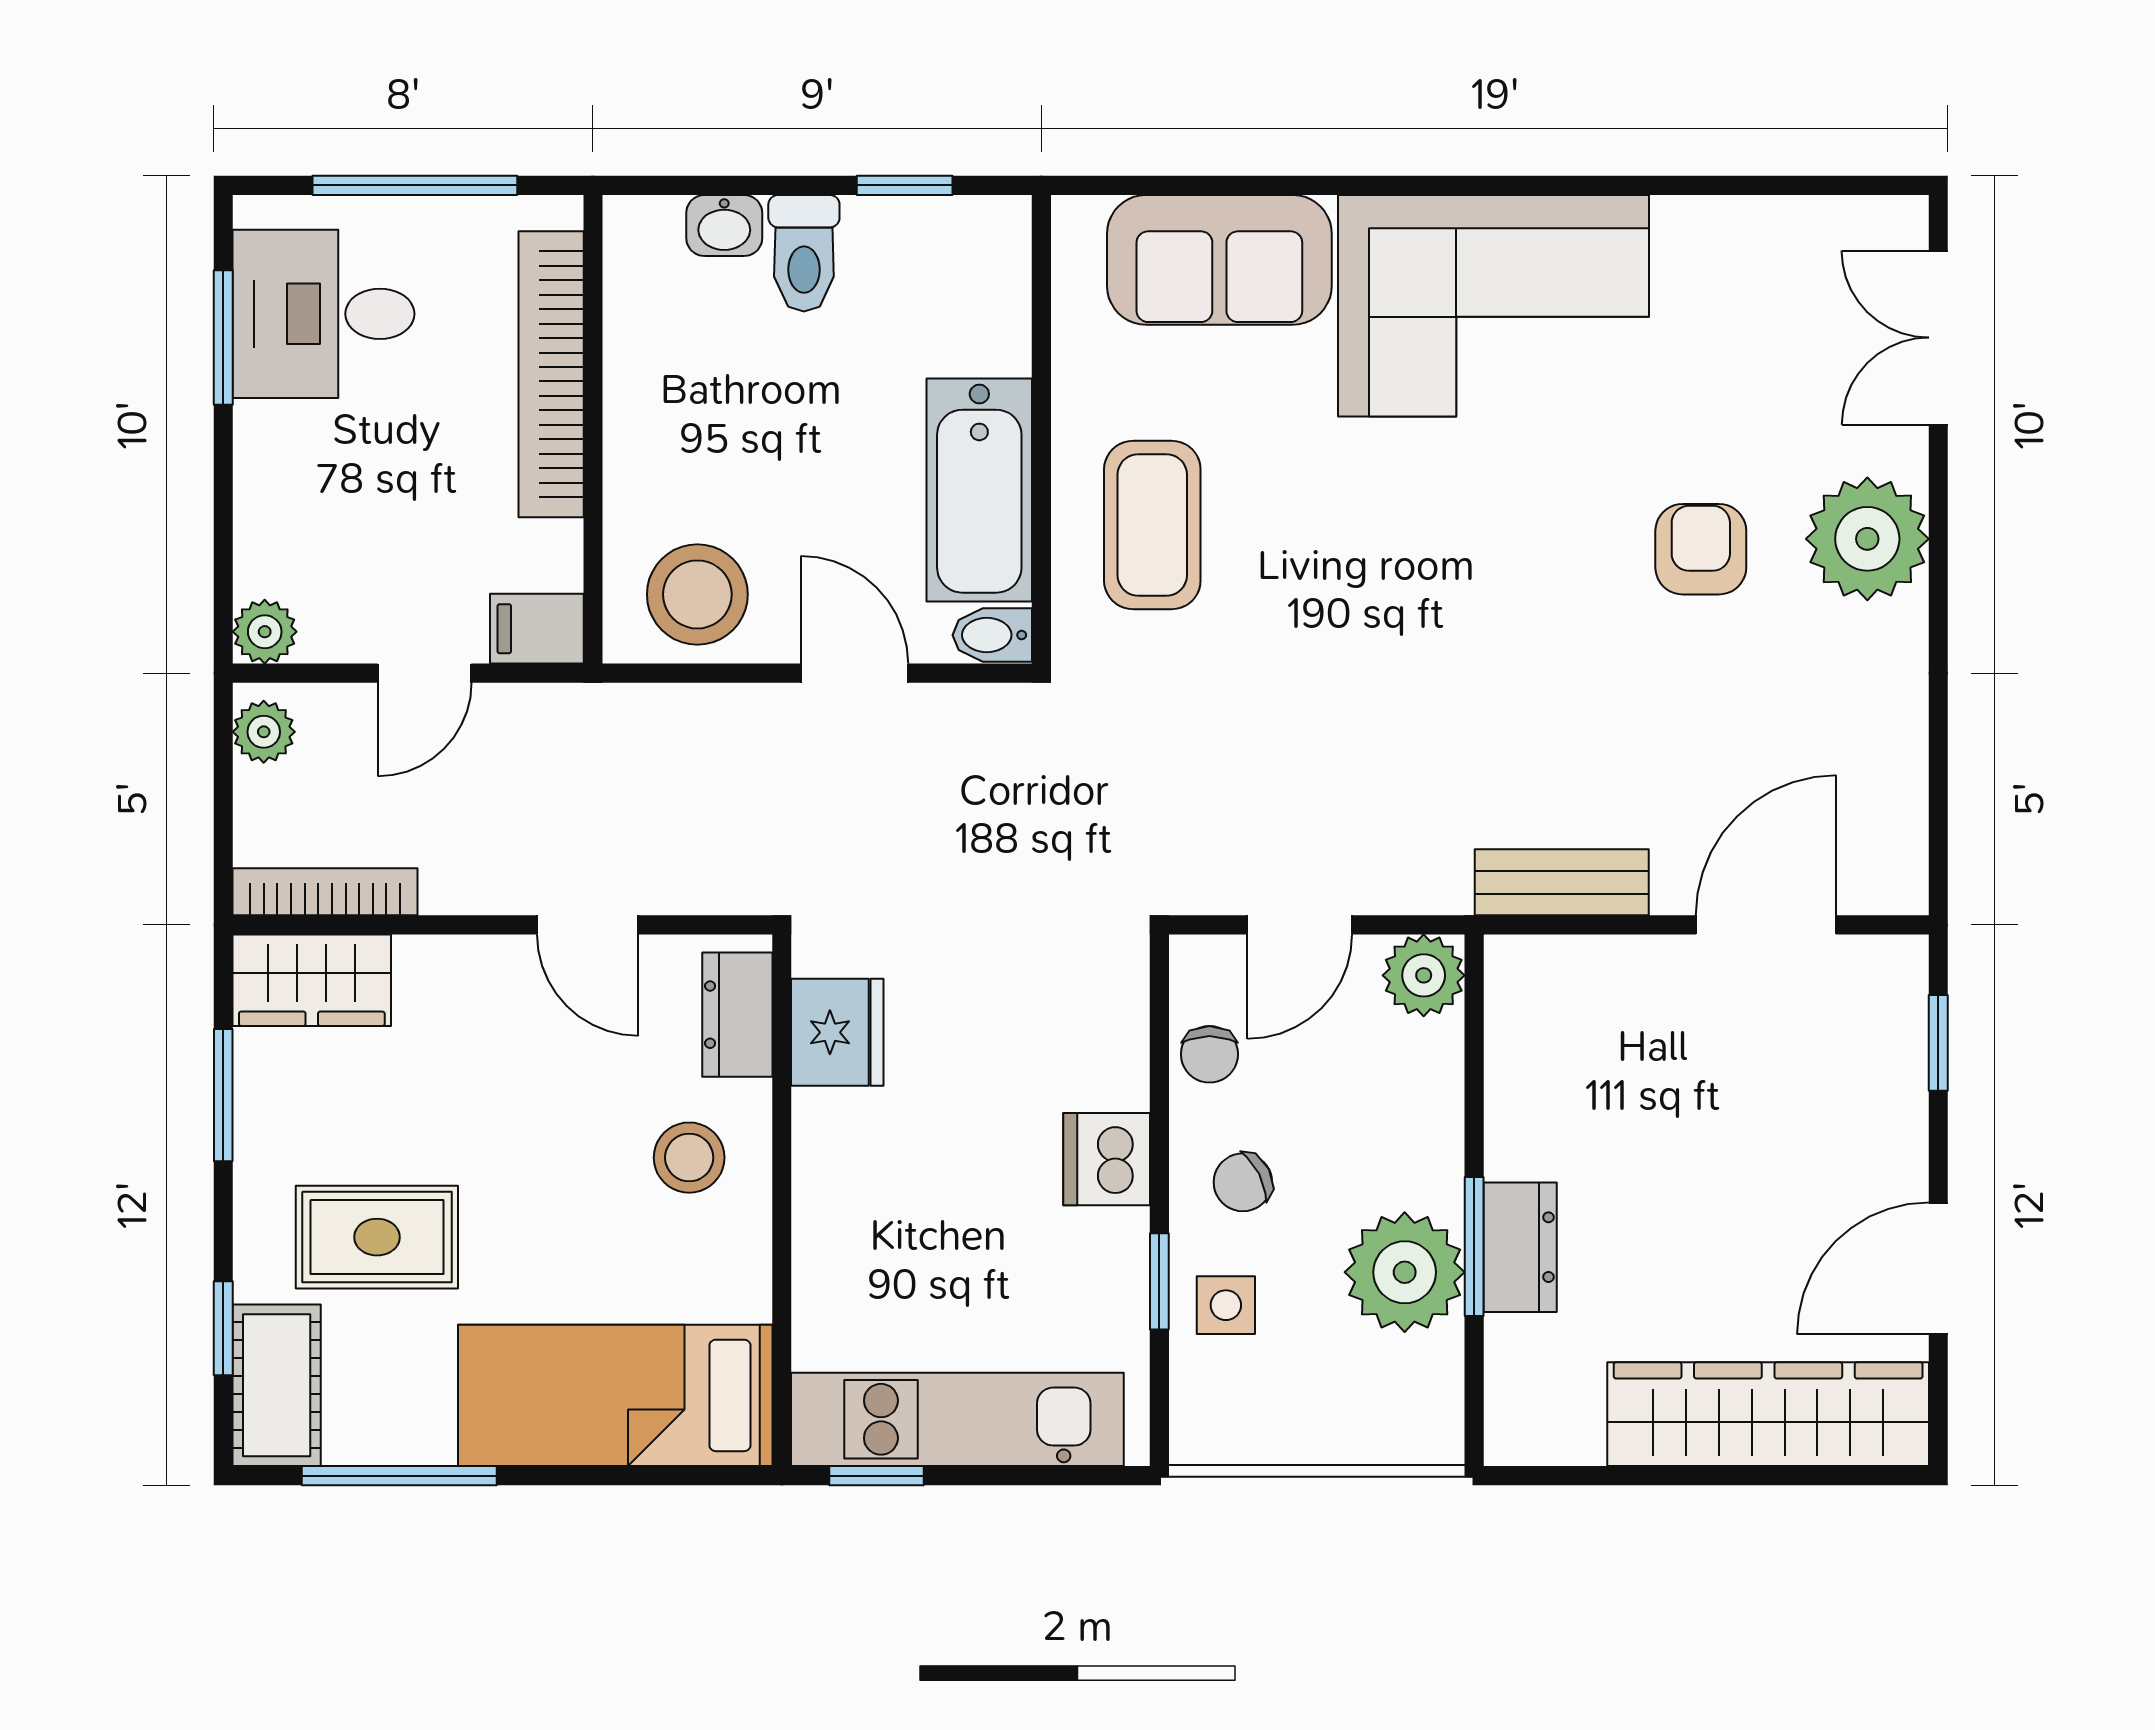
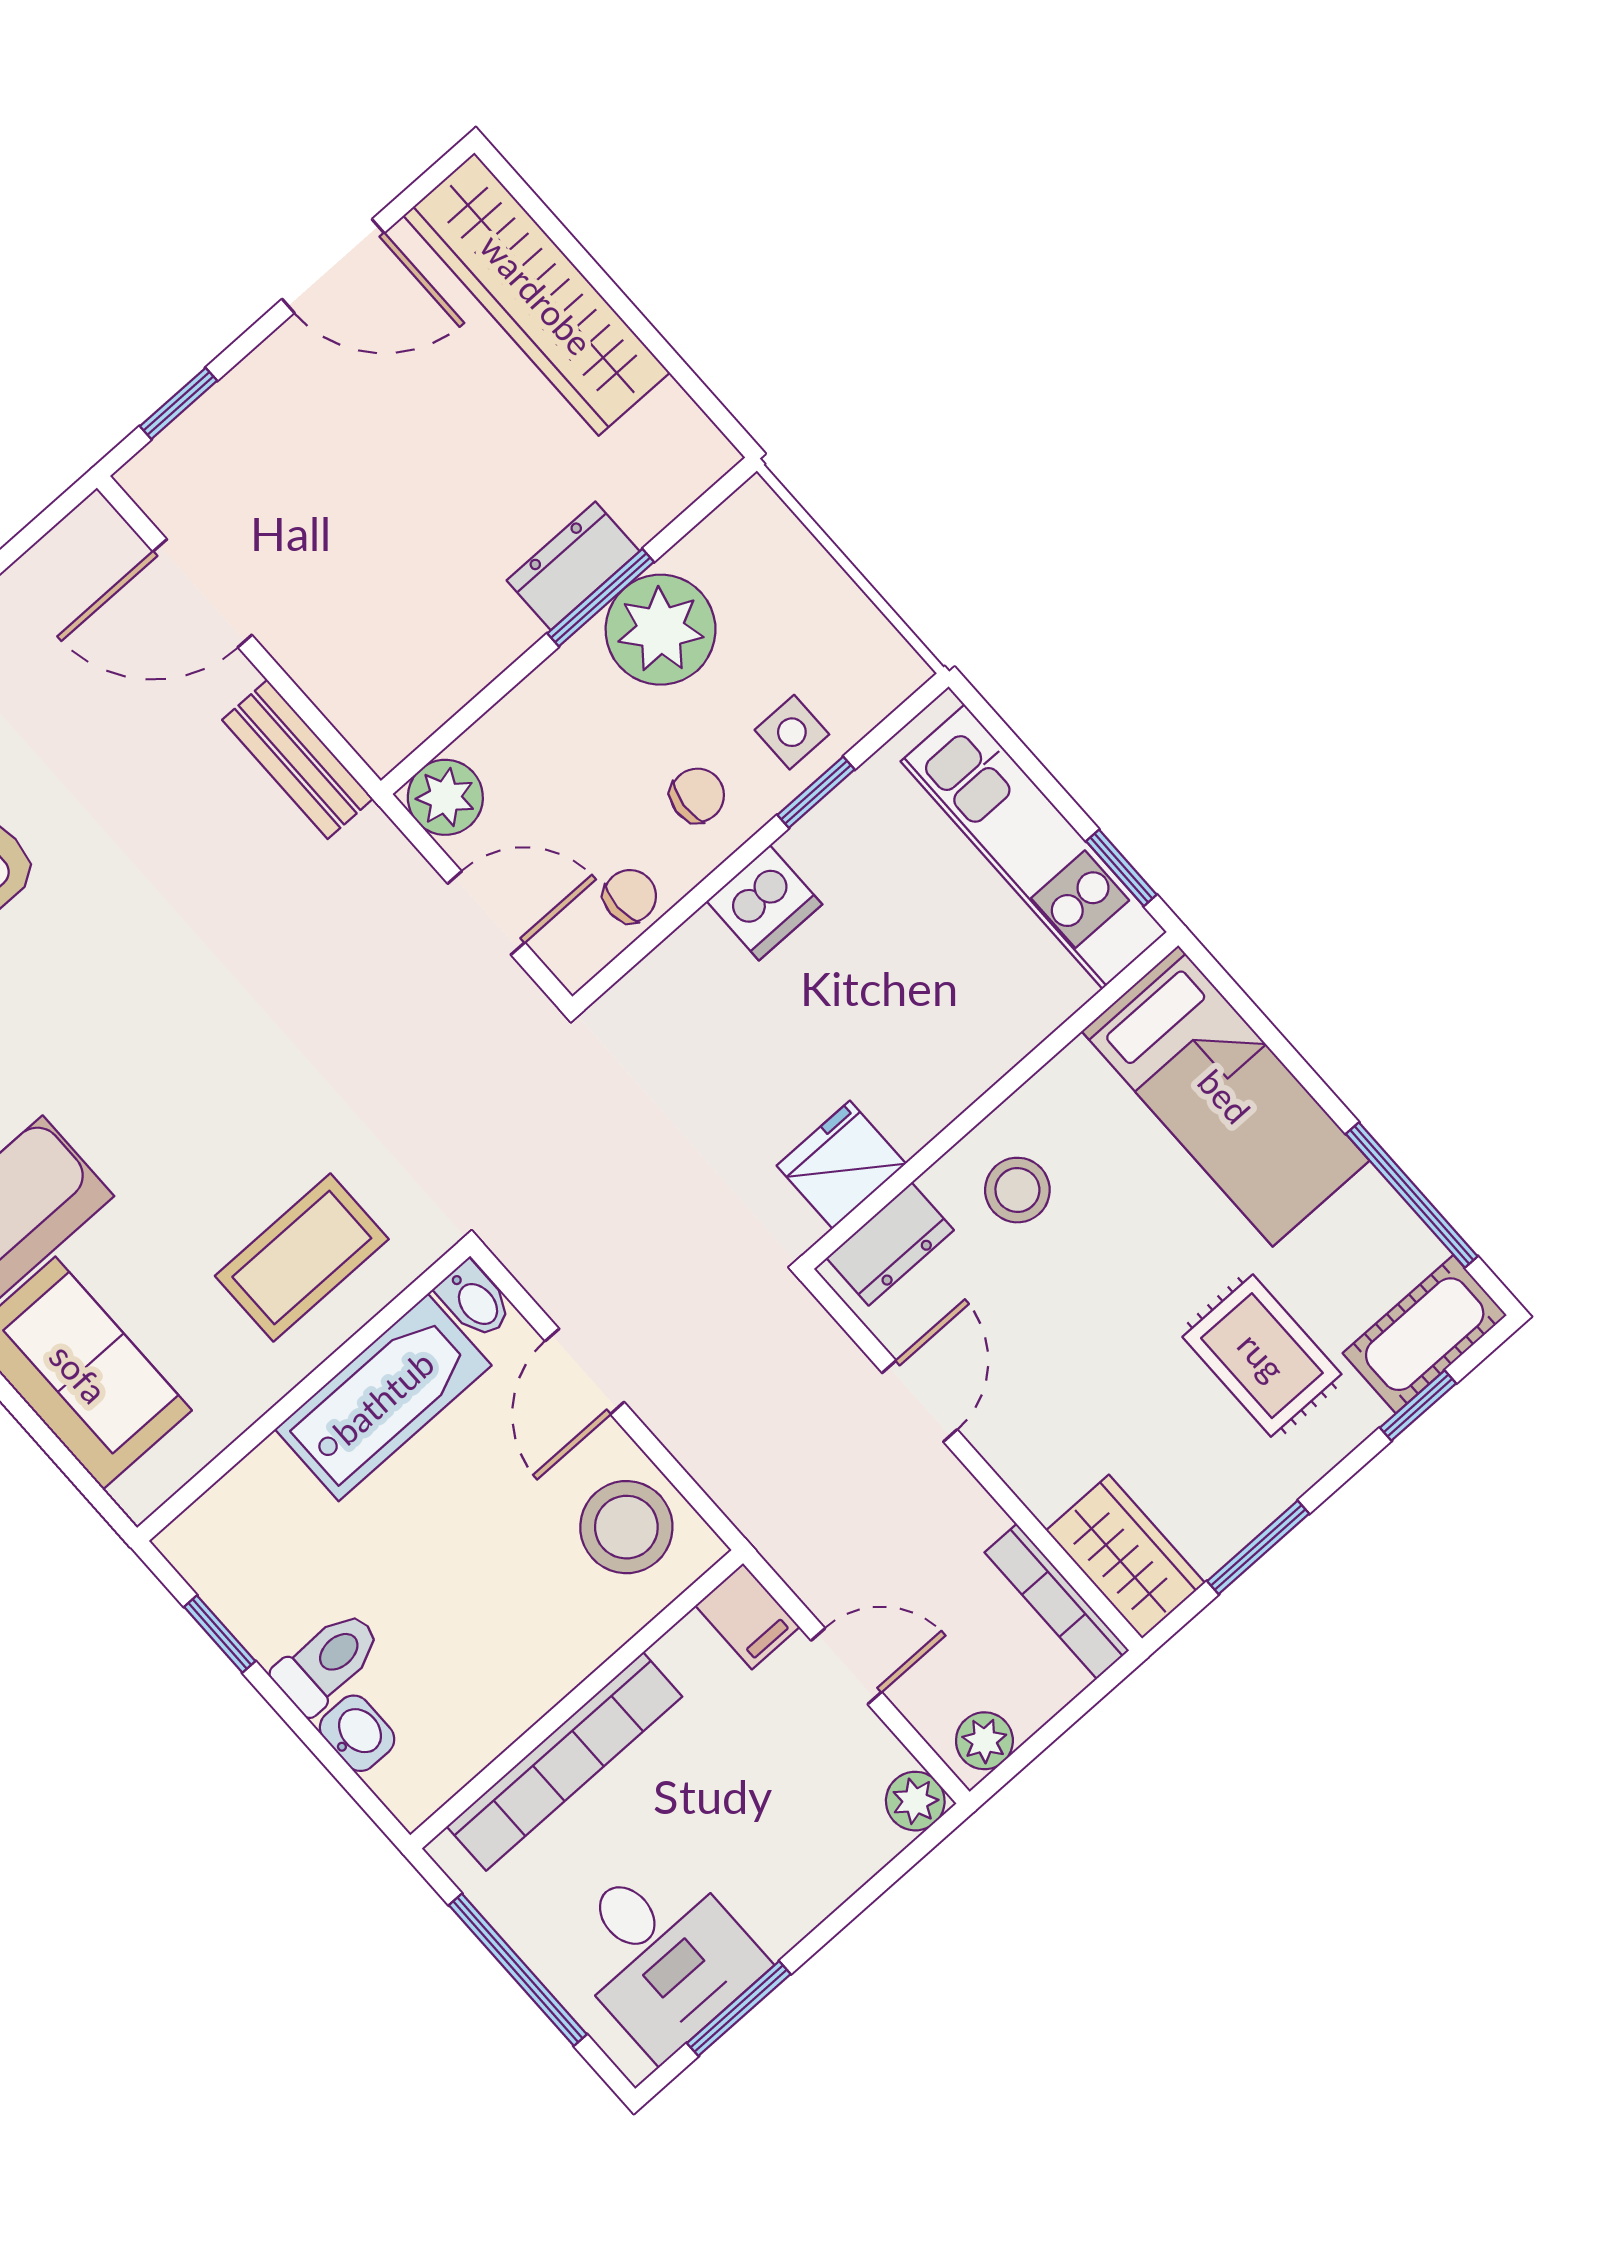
chair: (1243, 1182) -> (697, 795), turned -58

